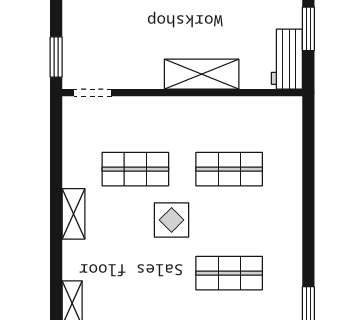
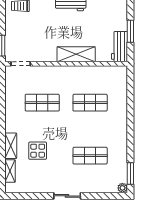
shelving: (73, 214) -> (11, 146), moved
display table: (172, 220) -> (38, 151), moved

